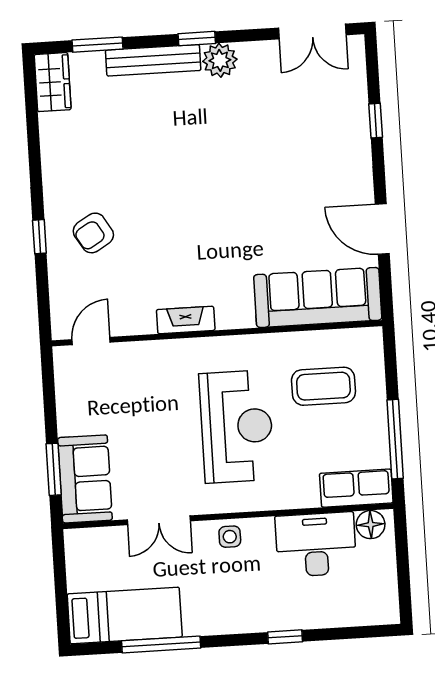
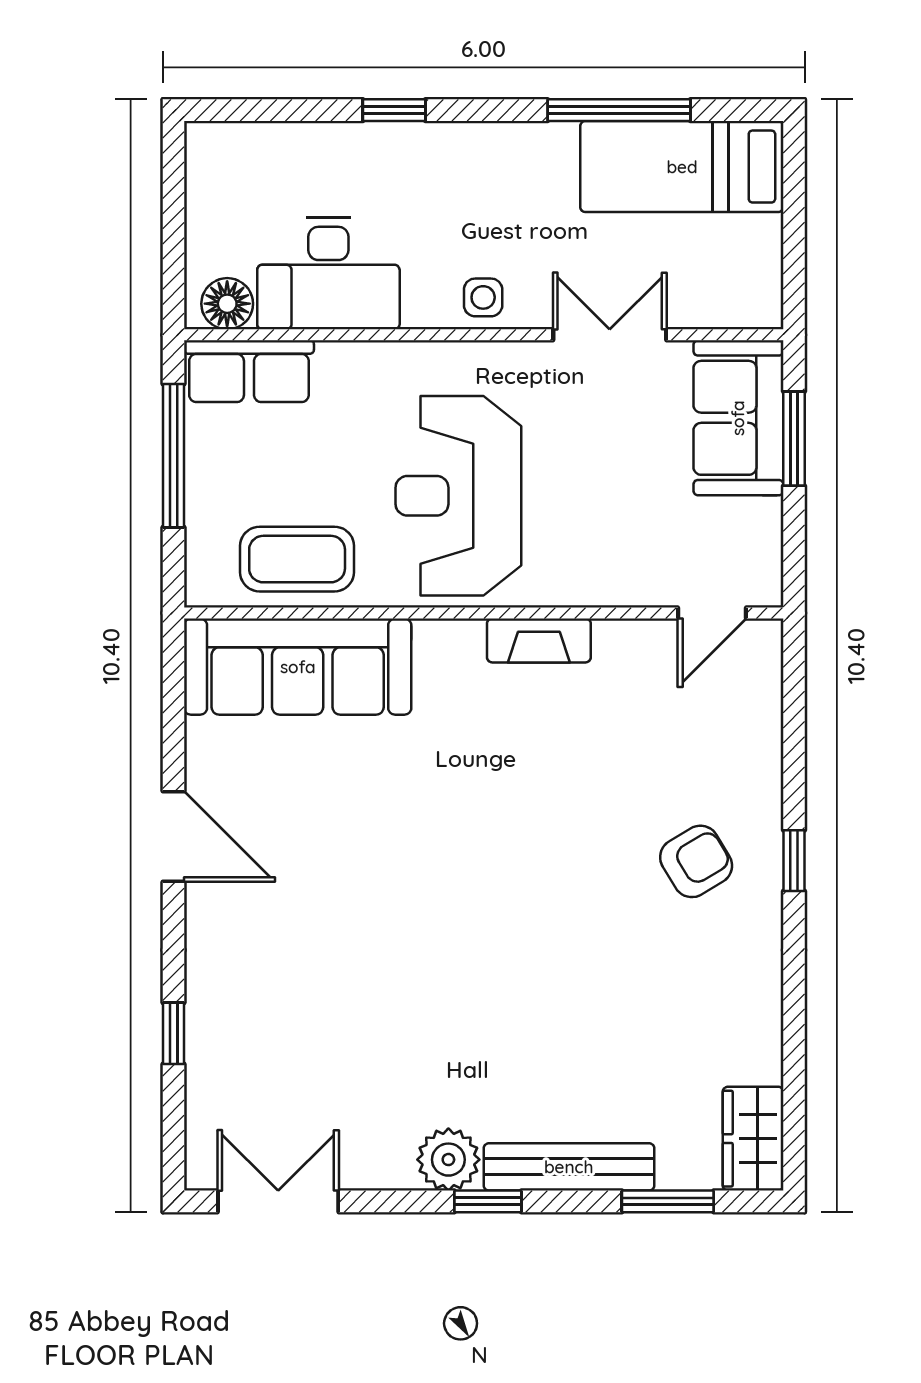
sofa: (318, 297) -> (298, 667), moved
fireplace: (186, 320) -> (539, 640), moved
wall: (217, 333) -> (484, 613), moved
door: (91, 341) -> (712, 613), moved

